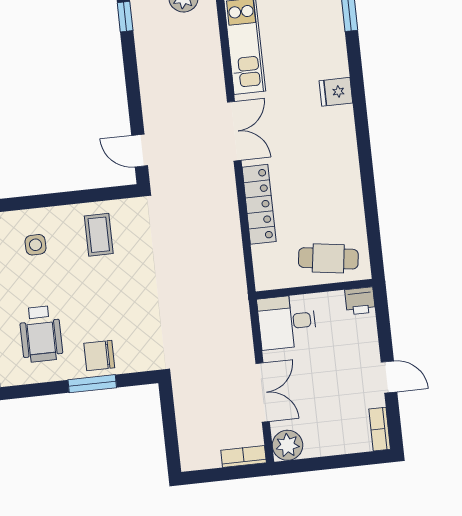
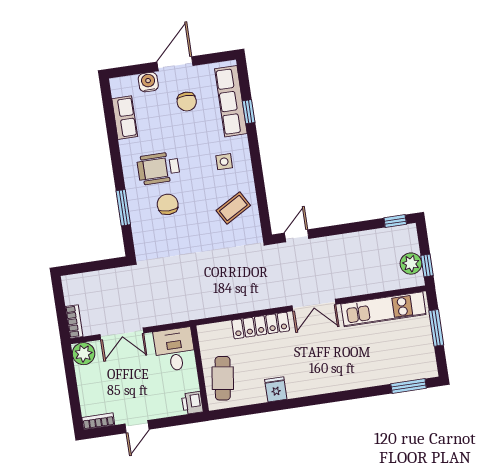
fridge: (336, 92) -> (276, 389), moved
coffee table: (99, 235) -> (233, 208), turned -30
chair: (99, 356) -> (168, 204), moved

